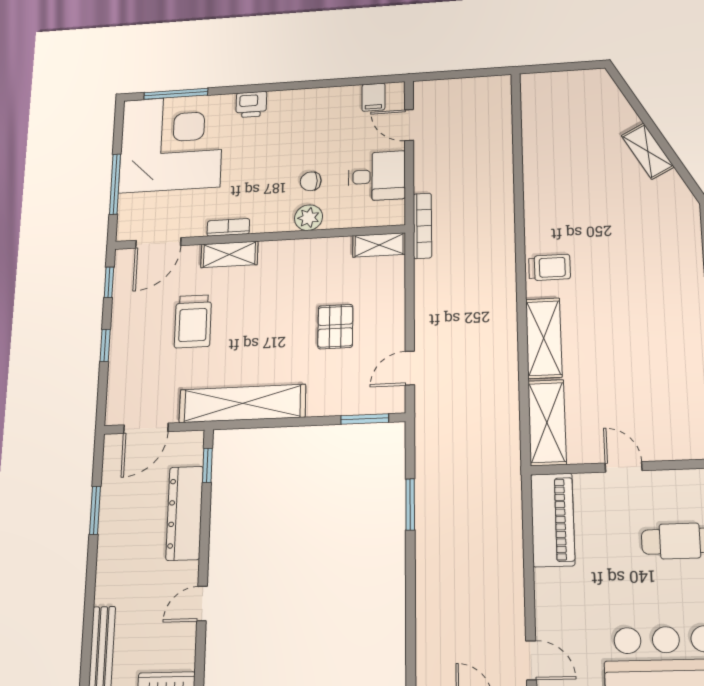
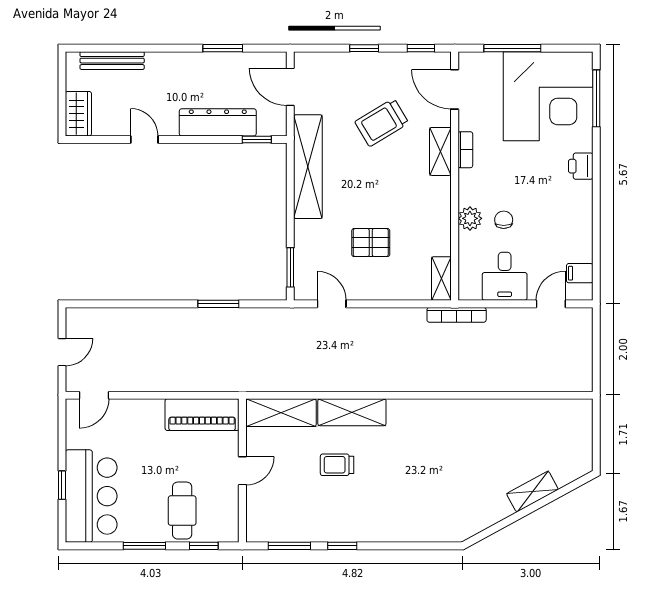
shelving: (648, 151) -> (532, 492), moved
trolley: (549, 267) -> (337, 465), moved, turned 90
trolley: (193, 321) -> (382, 122), turned -31

